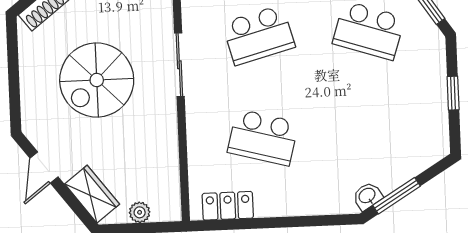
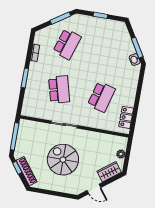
spiral stairs: (97, 80) -> (63, 160), turned 180

